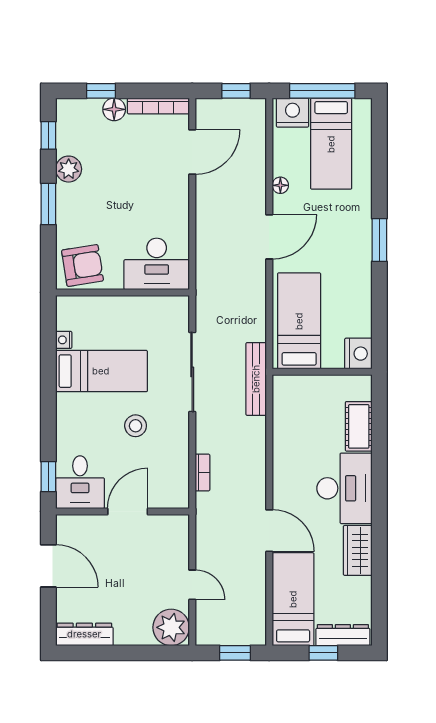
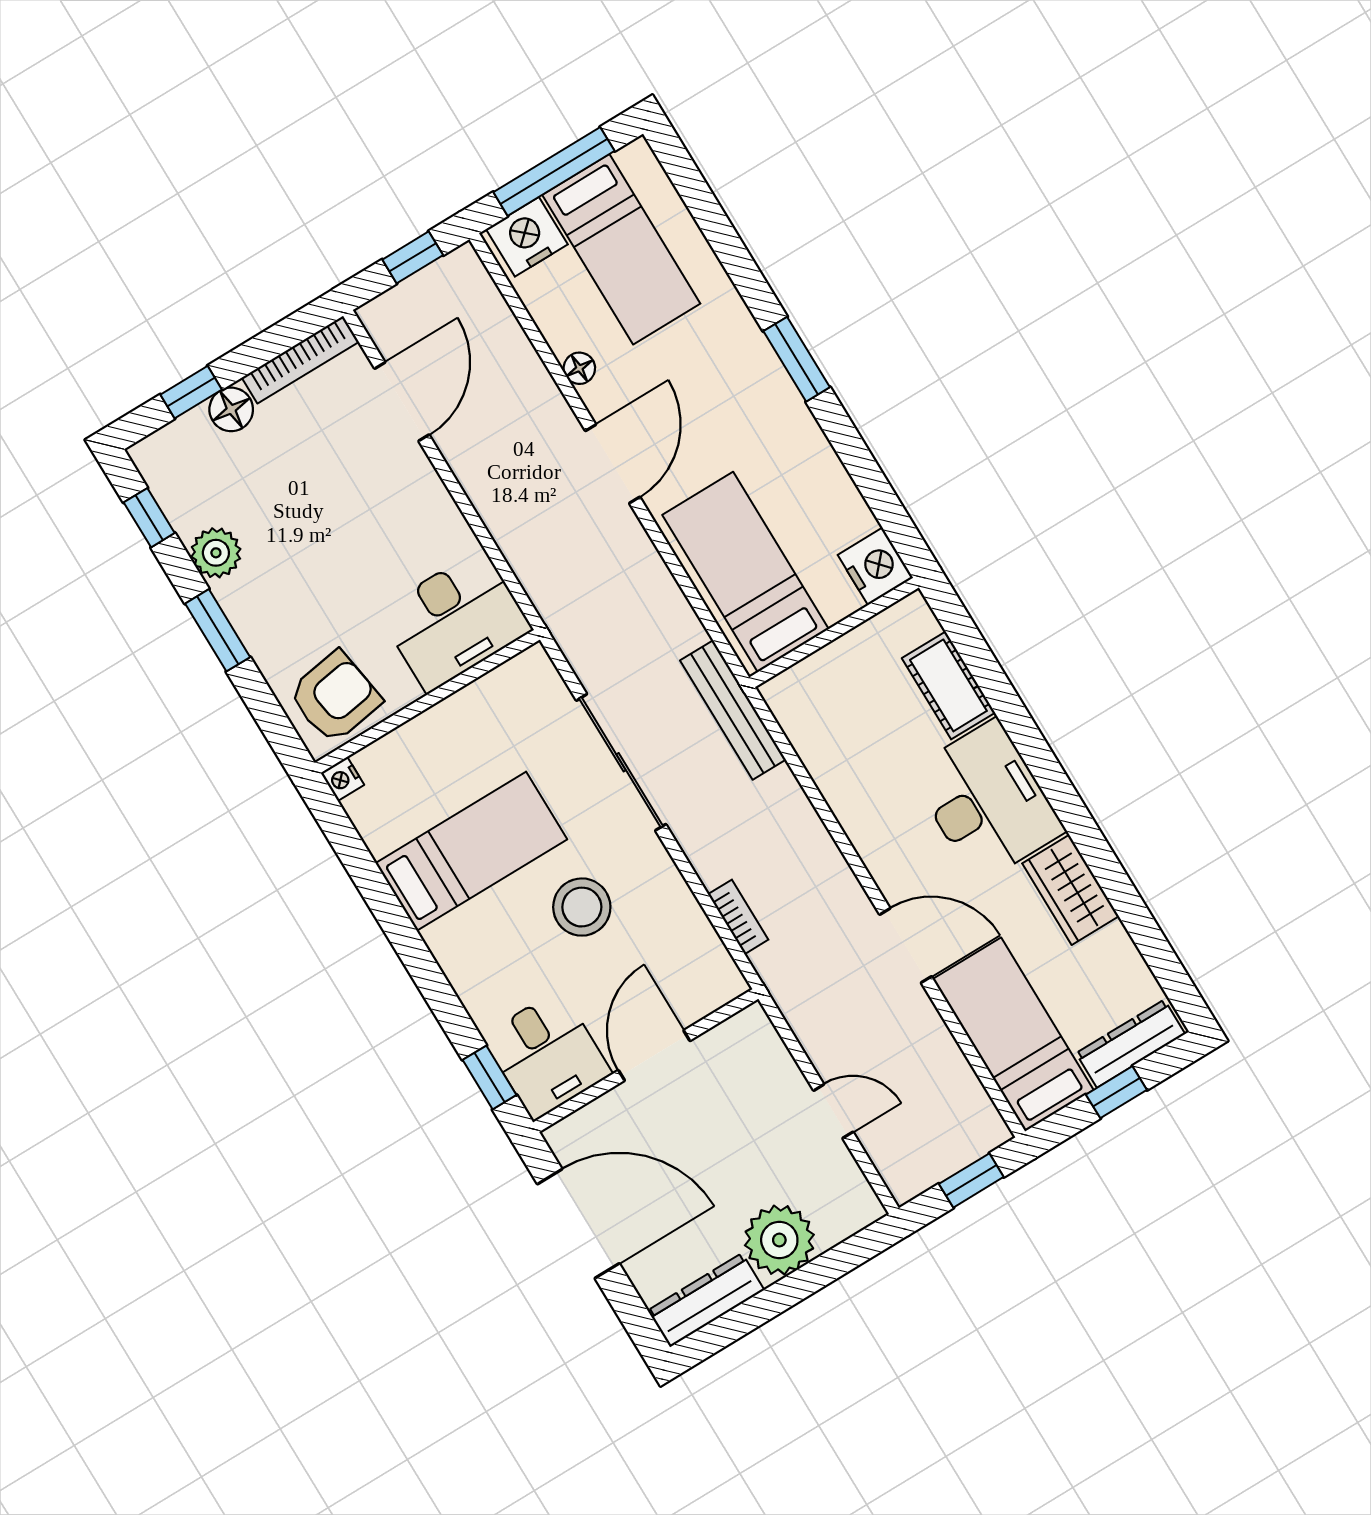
nightstand: (64, 340) -> (342, 779), moved
stool: (136, 426) -> (582, 907), width x1.38, depth x1.38
door: (48, 566) -> (578, 1224), width x1.36
plant: (171, 627) -> (779, 1240), moved

